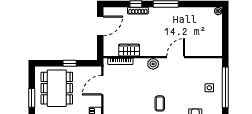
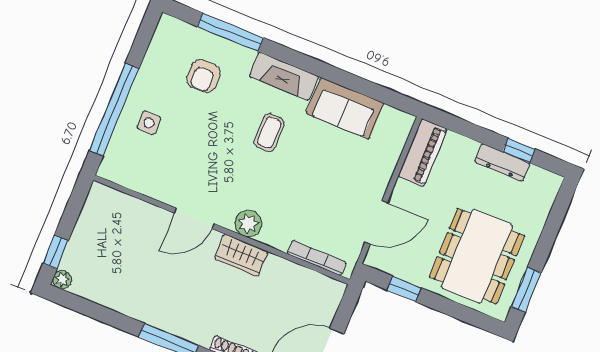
window: (225, 21) -> (56, 252), added
wardrobe: (129, 50) -> (241, 255), moved
window: (70, 63) -> (404, 289), moved
window: (32, 98) -> (526, 290), moved

